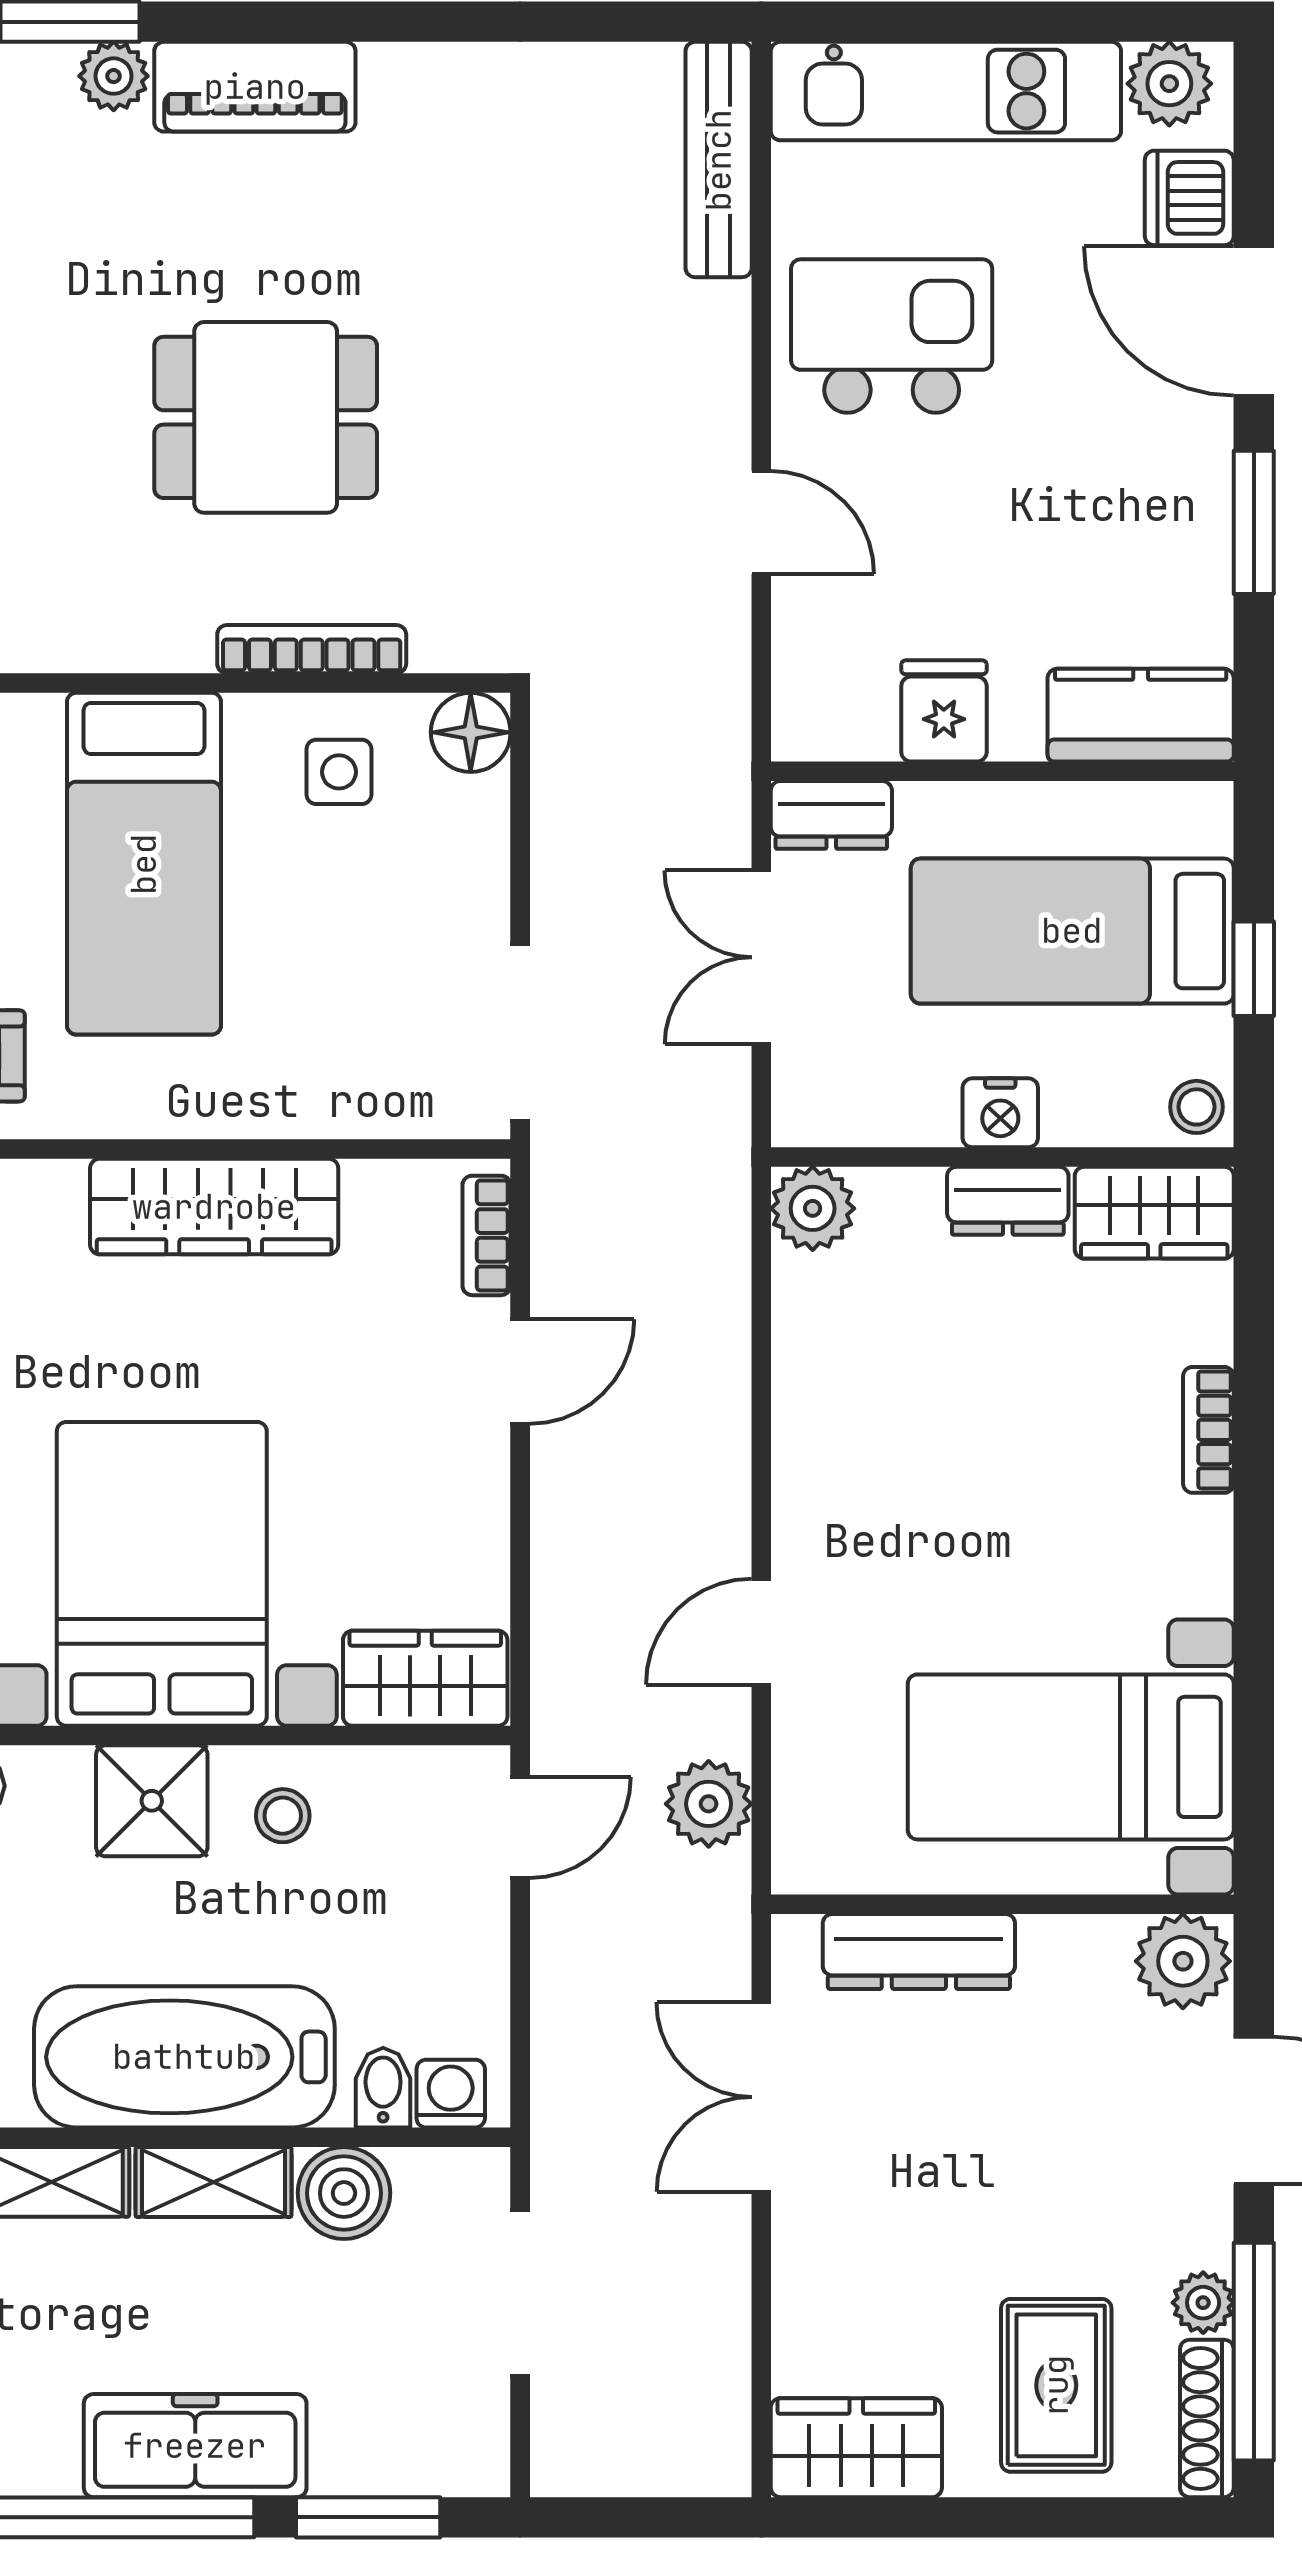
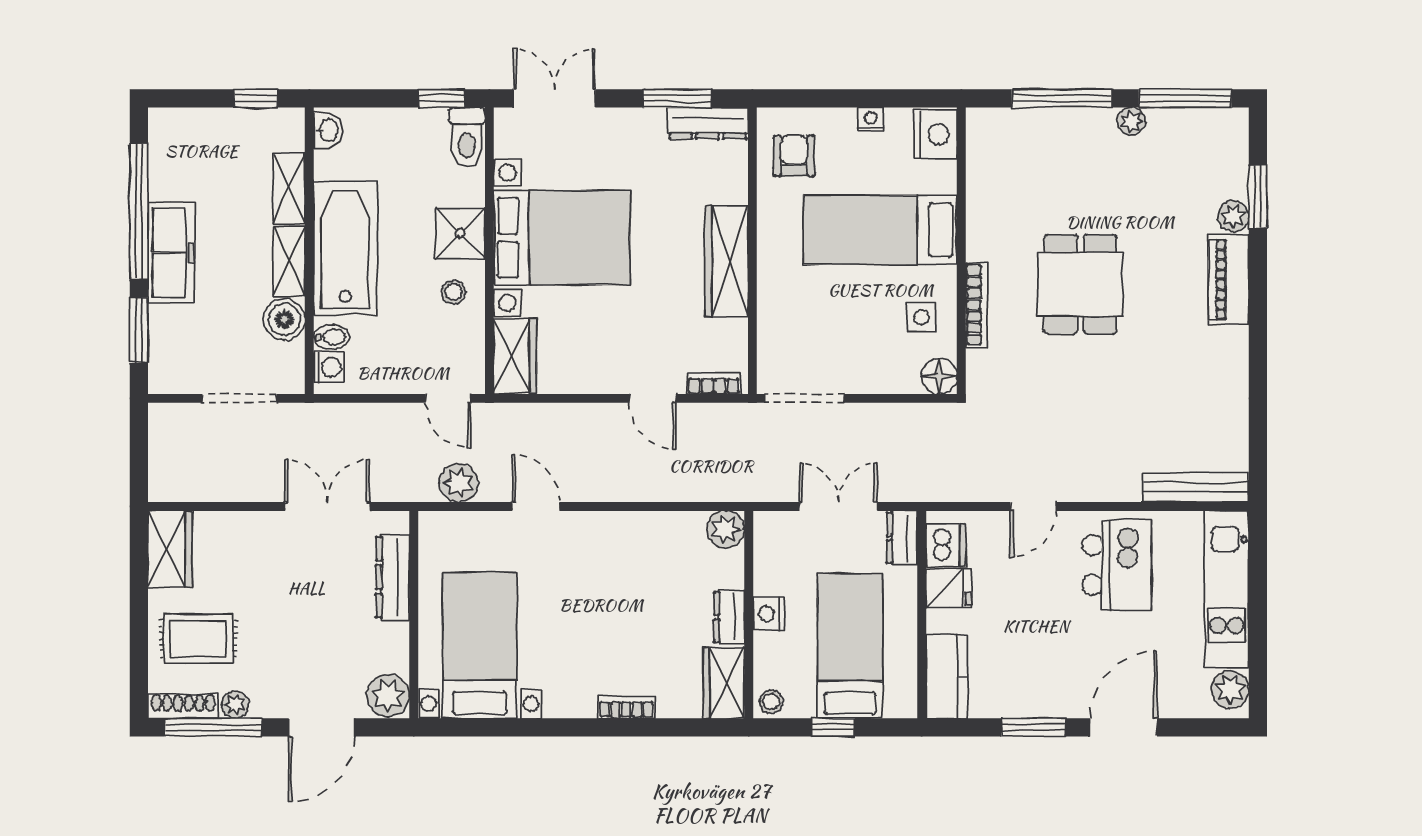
dishwasher: (1189, 198) -> (946, 545), moved, turned 90

